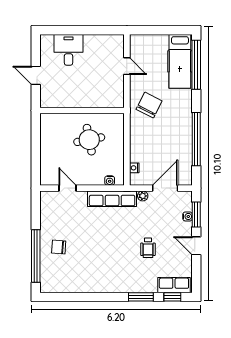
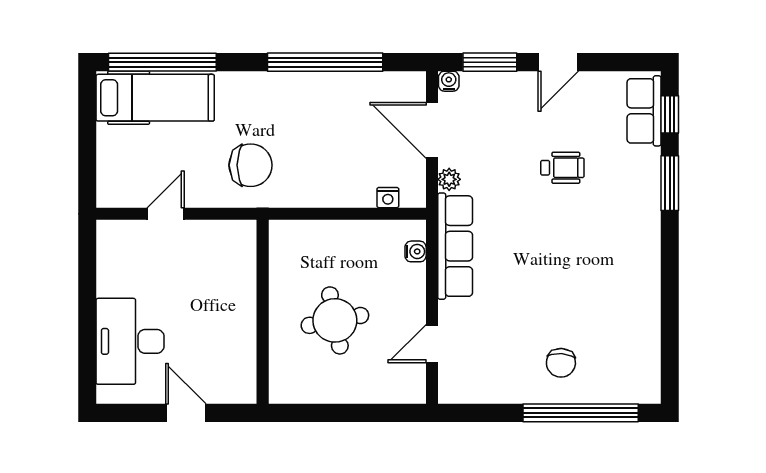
desk: (68, 50) -> (130, 341), width x1.37
door: (36, 75) -> (186, 413), swing flipped
chair: (149, 105) -> (251, 165), turned 153
round table: (89, 140) -> (335, 320), moved
water cooler: (188, 216) -> (449, 81), moved

